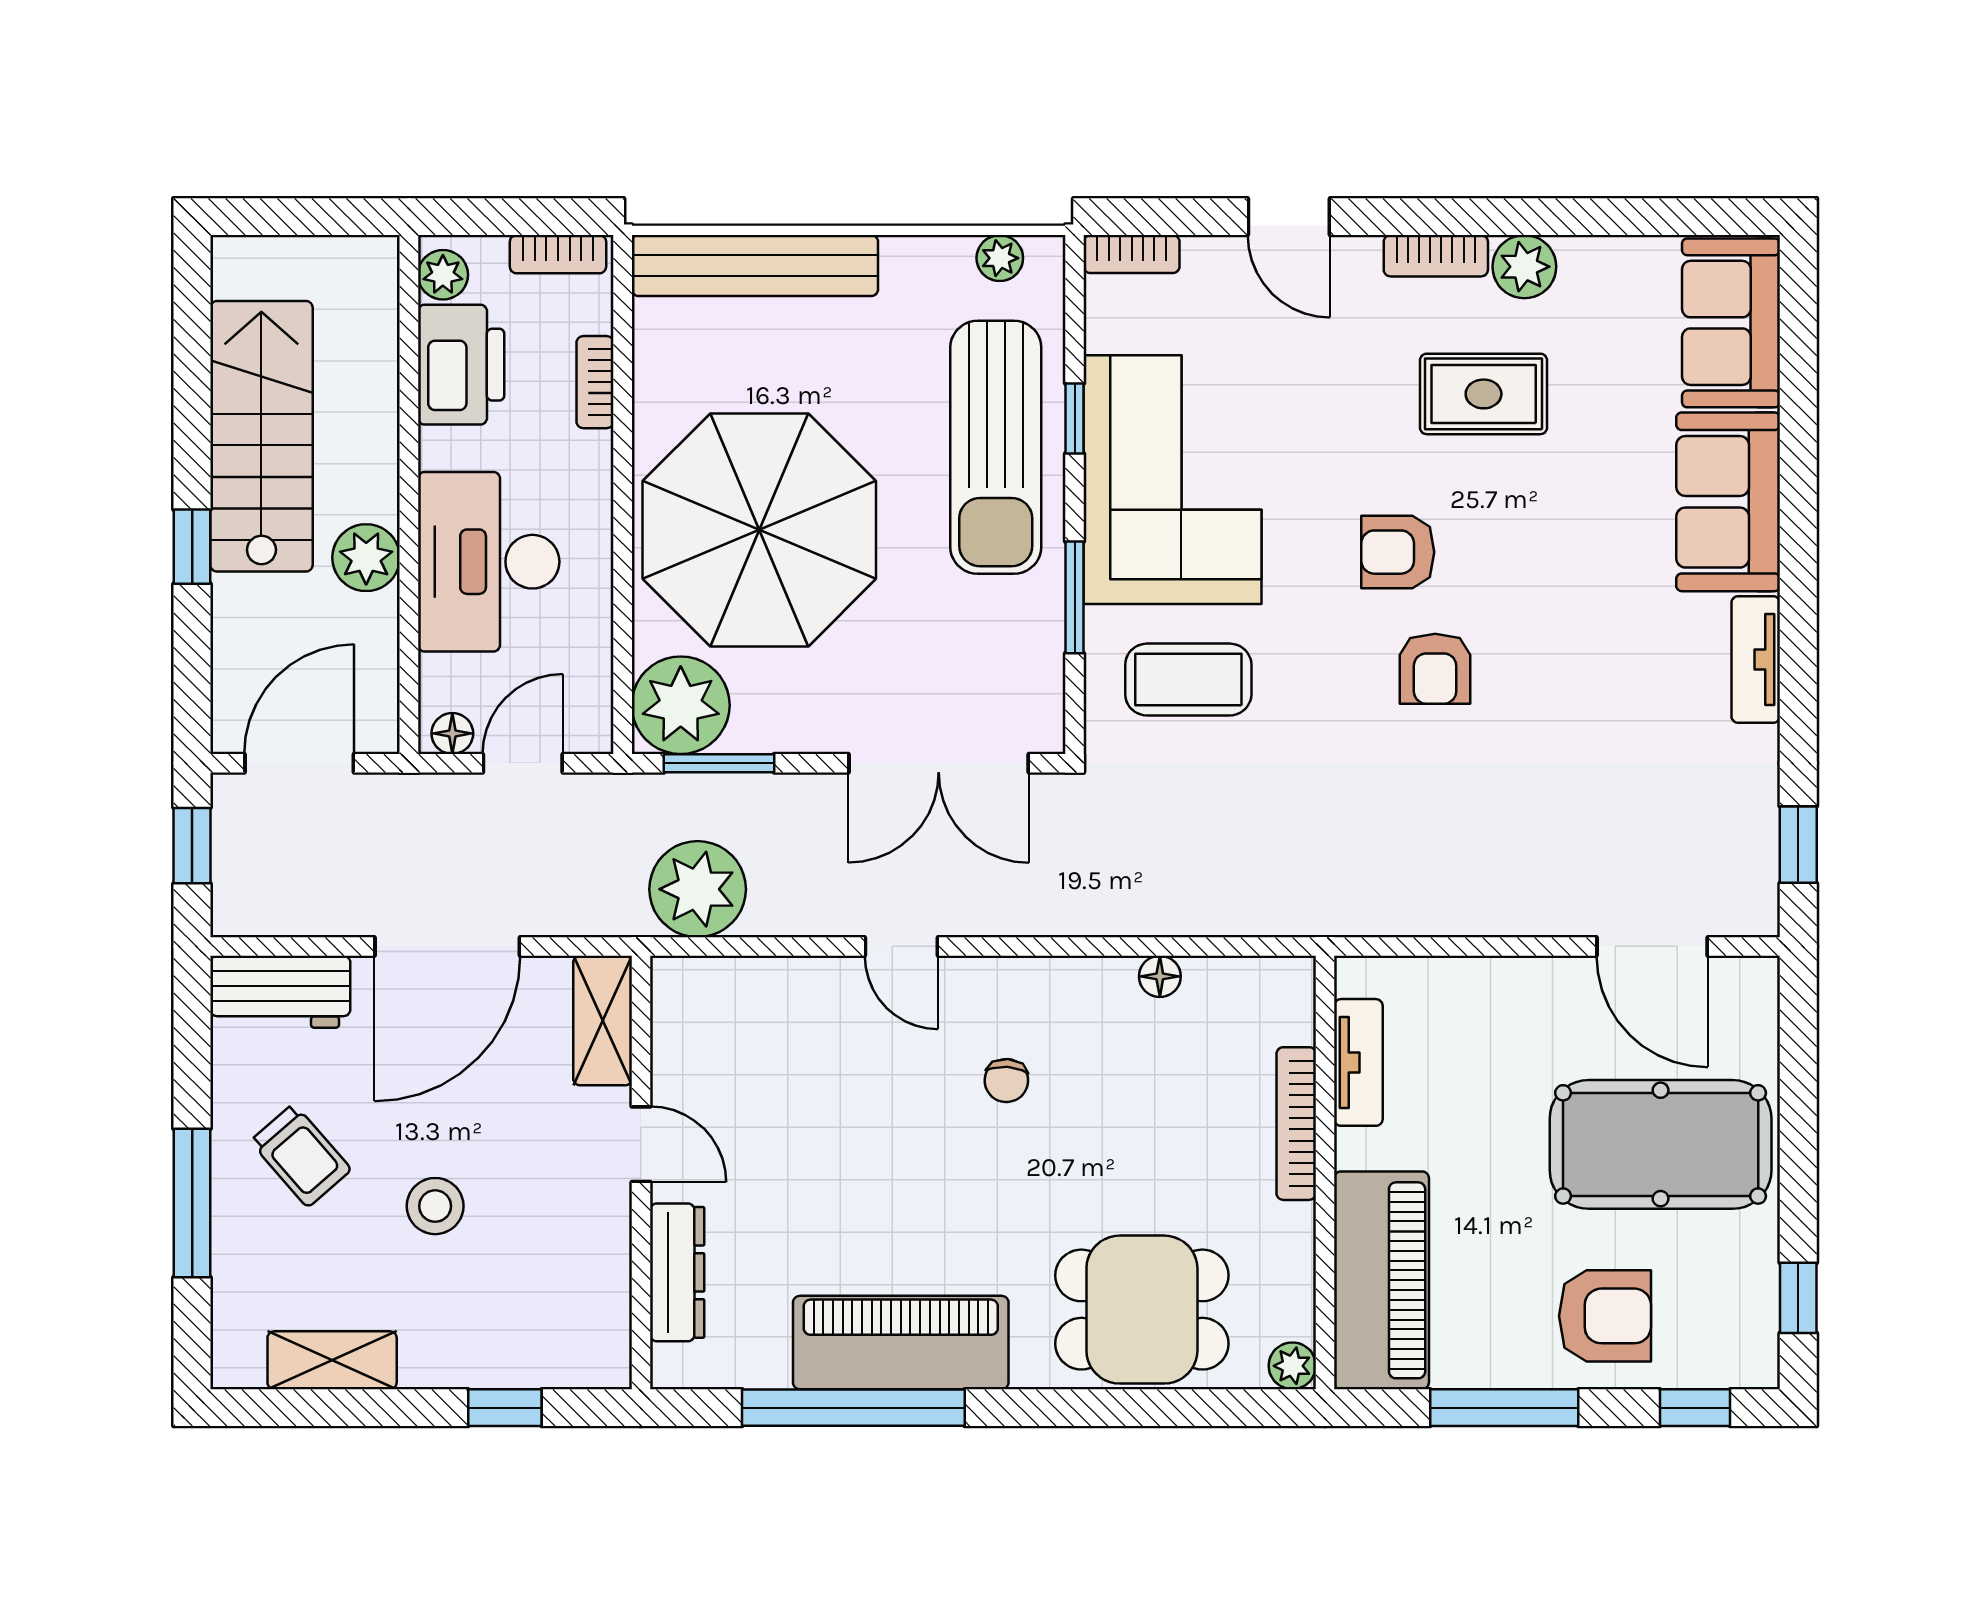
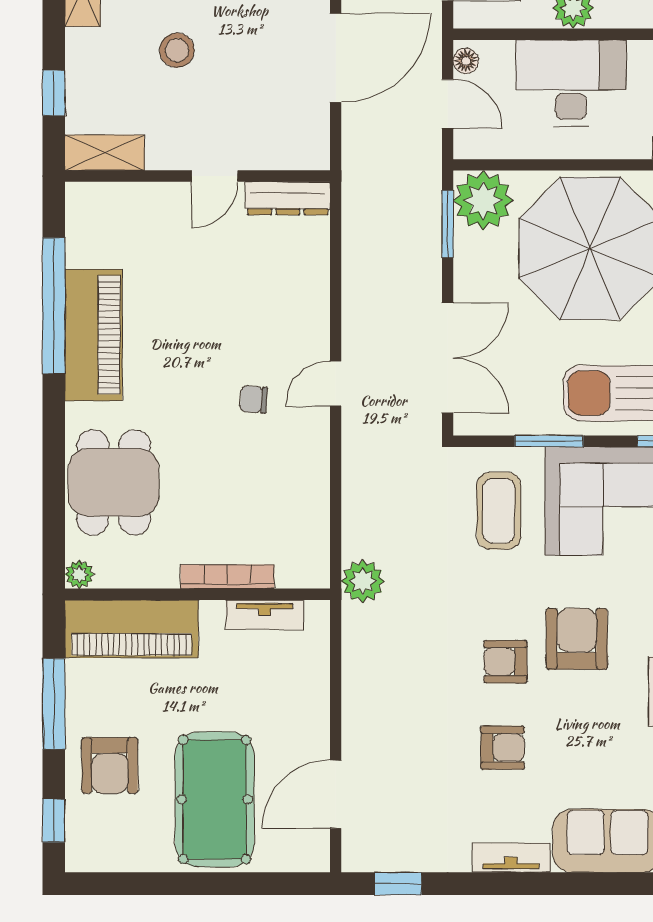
armchair: (1398, 552) -> (577, 639), width x1.38, depth x1.38
armchair: (1576, 673) -> (503, 748), added
double door: (939, 763) -> (448, 358), swing flipped
plant: (698, 889) -> (363, 581), moved, width x0.73, depth x0.73
door: (447, 946) -> (336, 58), swing flipped
door: (901, 946) -> (336, 384), moved
floor lamp: (1160, 976) -> (317, 493), removed
shelving: (603, 1021) -> (105, 153), moved
dresser: (677, 1272) -> (288, 198), moved
window: (1798, 1298) -> (121, 884), removed

